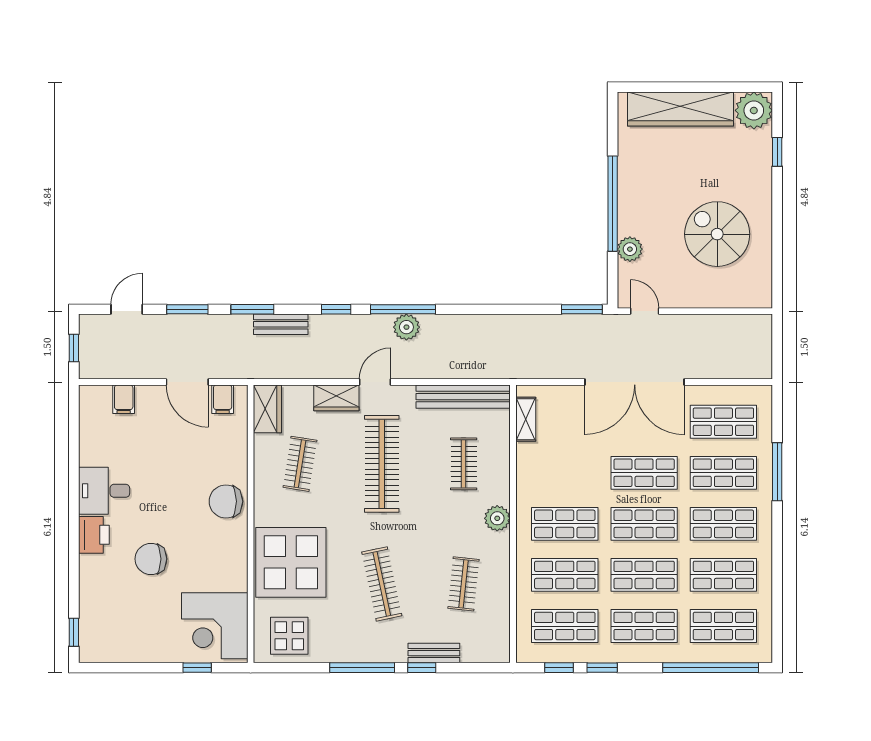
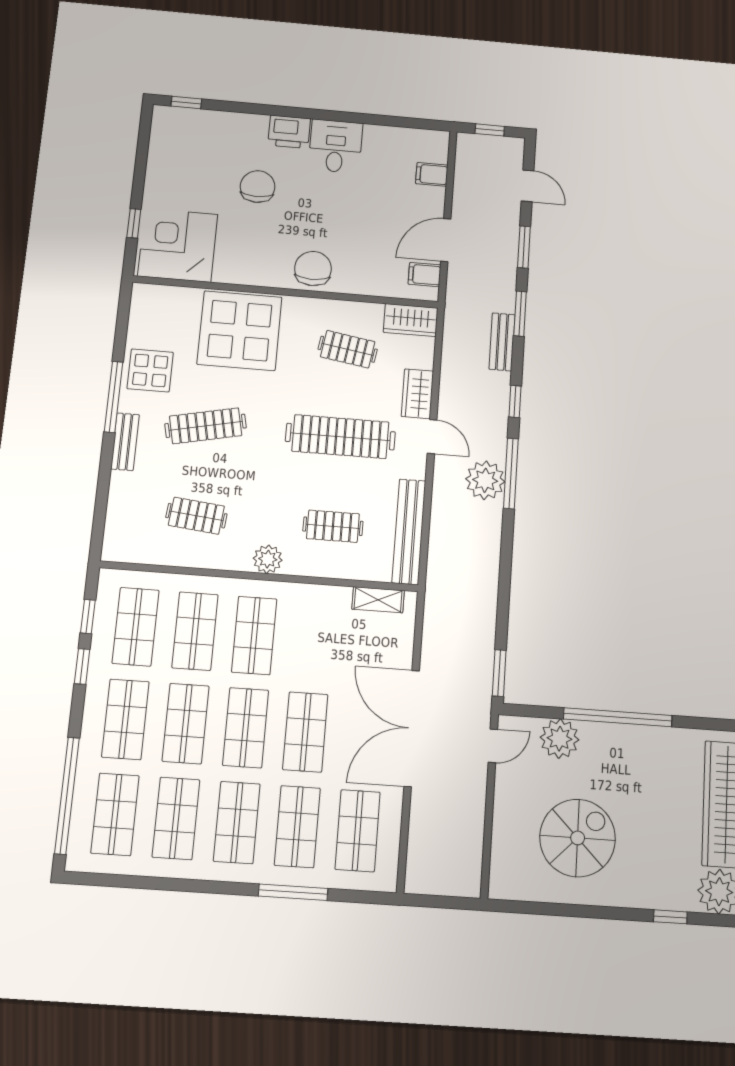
plant: (630, 249) -> (560, 739), width x1.36, depth x1.36
plant: (406, 327) -> (485, 480), width x1.36, depth x1.36
display table: (289, 636) -> (150, 370), moved
bench: (434, 653) -> (125, 442), moved
window: (422, 668) -> (106, 462), removed

